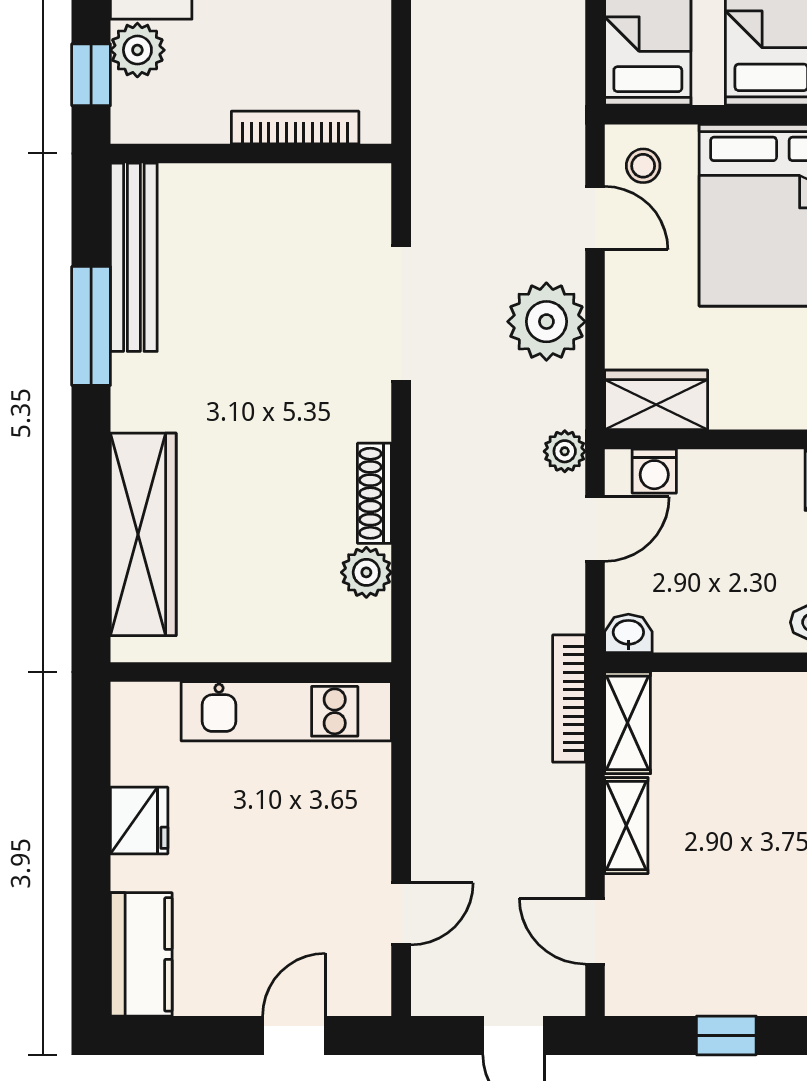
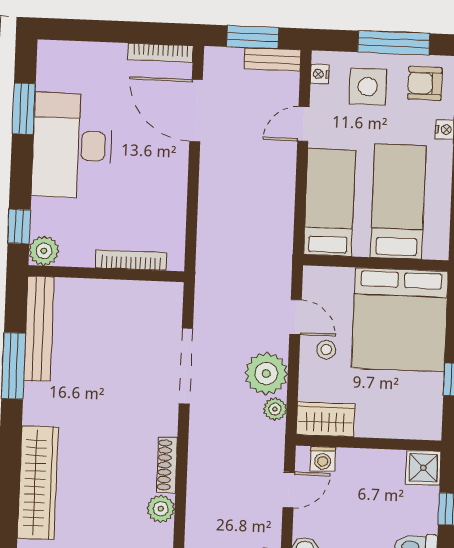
plant: (137, 50) -> (44, 251), moved
stool: (643, 166) -> (326, 350), moved
plant: (565, 451) -> (275, 409), moved

